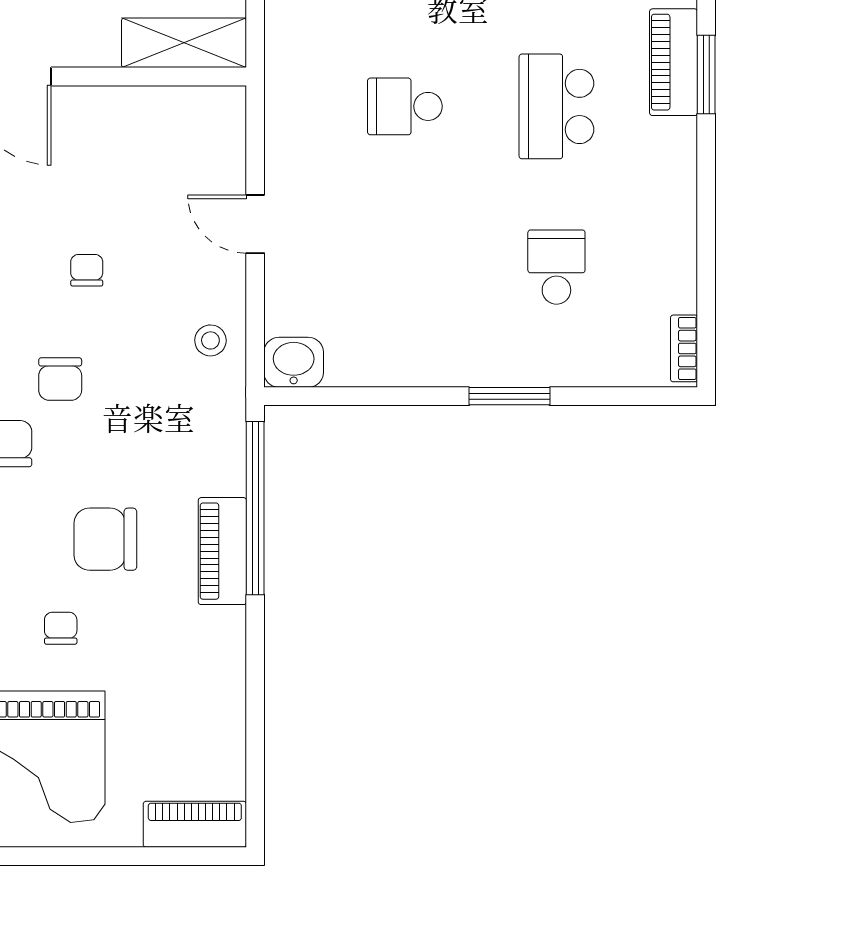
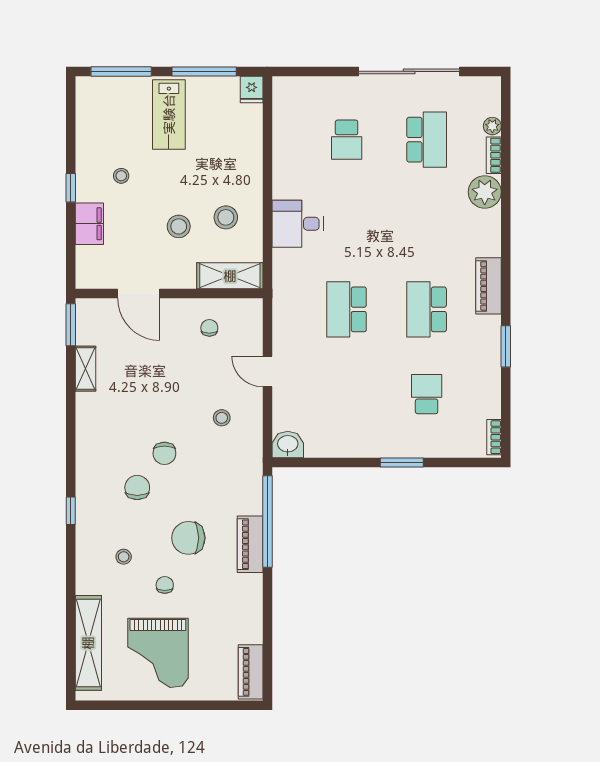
window: (706, 75) -> (506, 346), moved
school desk: (405, 106) -> (347, 309), width x1.85
chair: (87, 270) -> (209, 328), moved
stool: (210, 340) -> (222, 418), moved
piano: (195, 824) -> (251, 672), moved, turned -90

